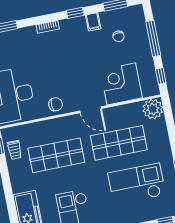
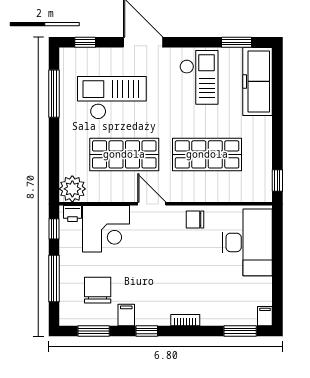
chair: (118, 36) -> (98, 290), width x1.87, depth x1.87
printer: (149, 90) -> (73, 214), added
trolley: (15, 150) -> (259, 172), removed
checkout: (137, 184) -> (112, 98), turned 180

